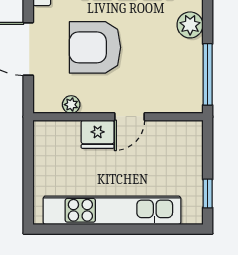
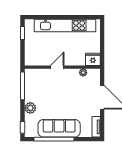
armchair: (95, 47) -> (73, 98), removed
fridge: (98, 134) -> (93, 59), moved

